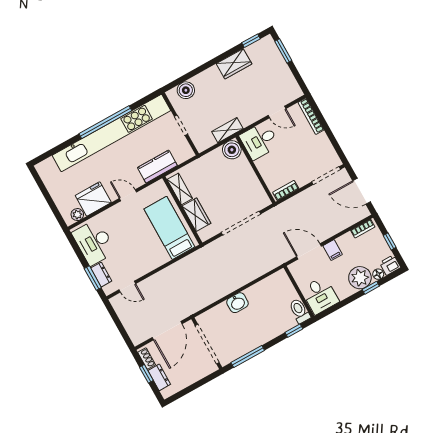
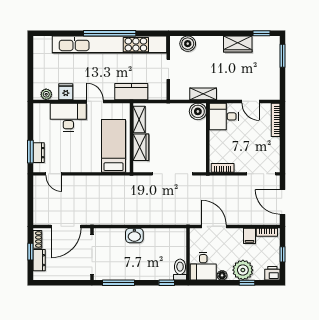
fridge: (93, 199) -> (66, 92), width x0.53, depth x0.75
desk: (94, 242) -> (68, 117), moved, turned 90
filing cabinet: (333, 250) -> (249, 236), moved
floor lamp: (378, 274) -> (222, 275), moved

